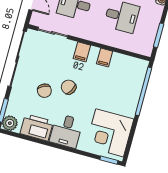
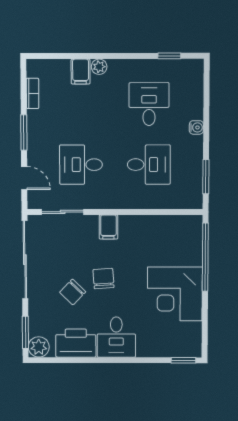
filing cabinet: (105, 57) -> (141, 226), removed
chair: (69, 87) -> (103, 279), turned 57
chair: (44, 91) -> (73, 292), turned 71
corner desk: (110, 133) -> (175, 294), moved

